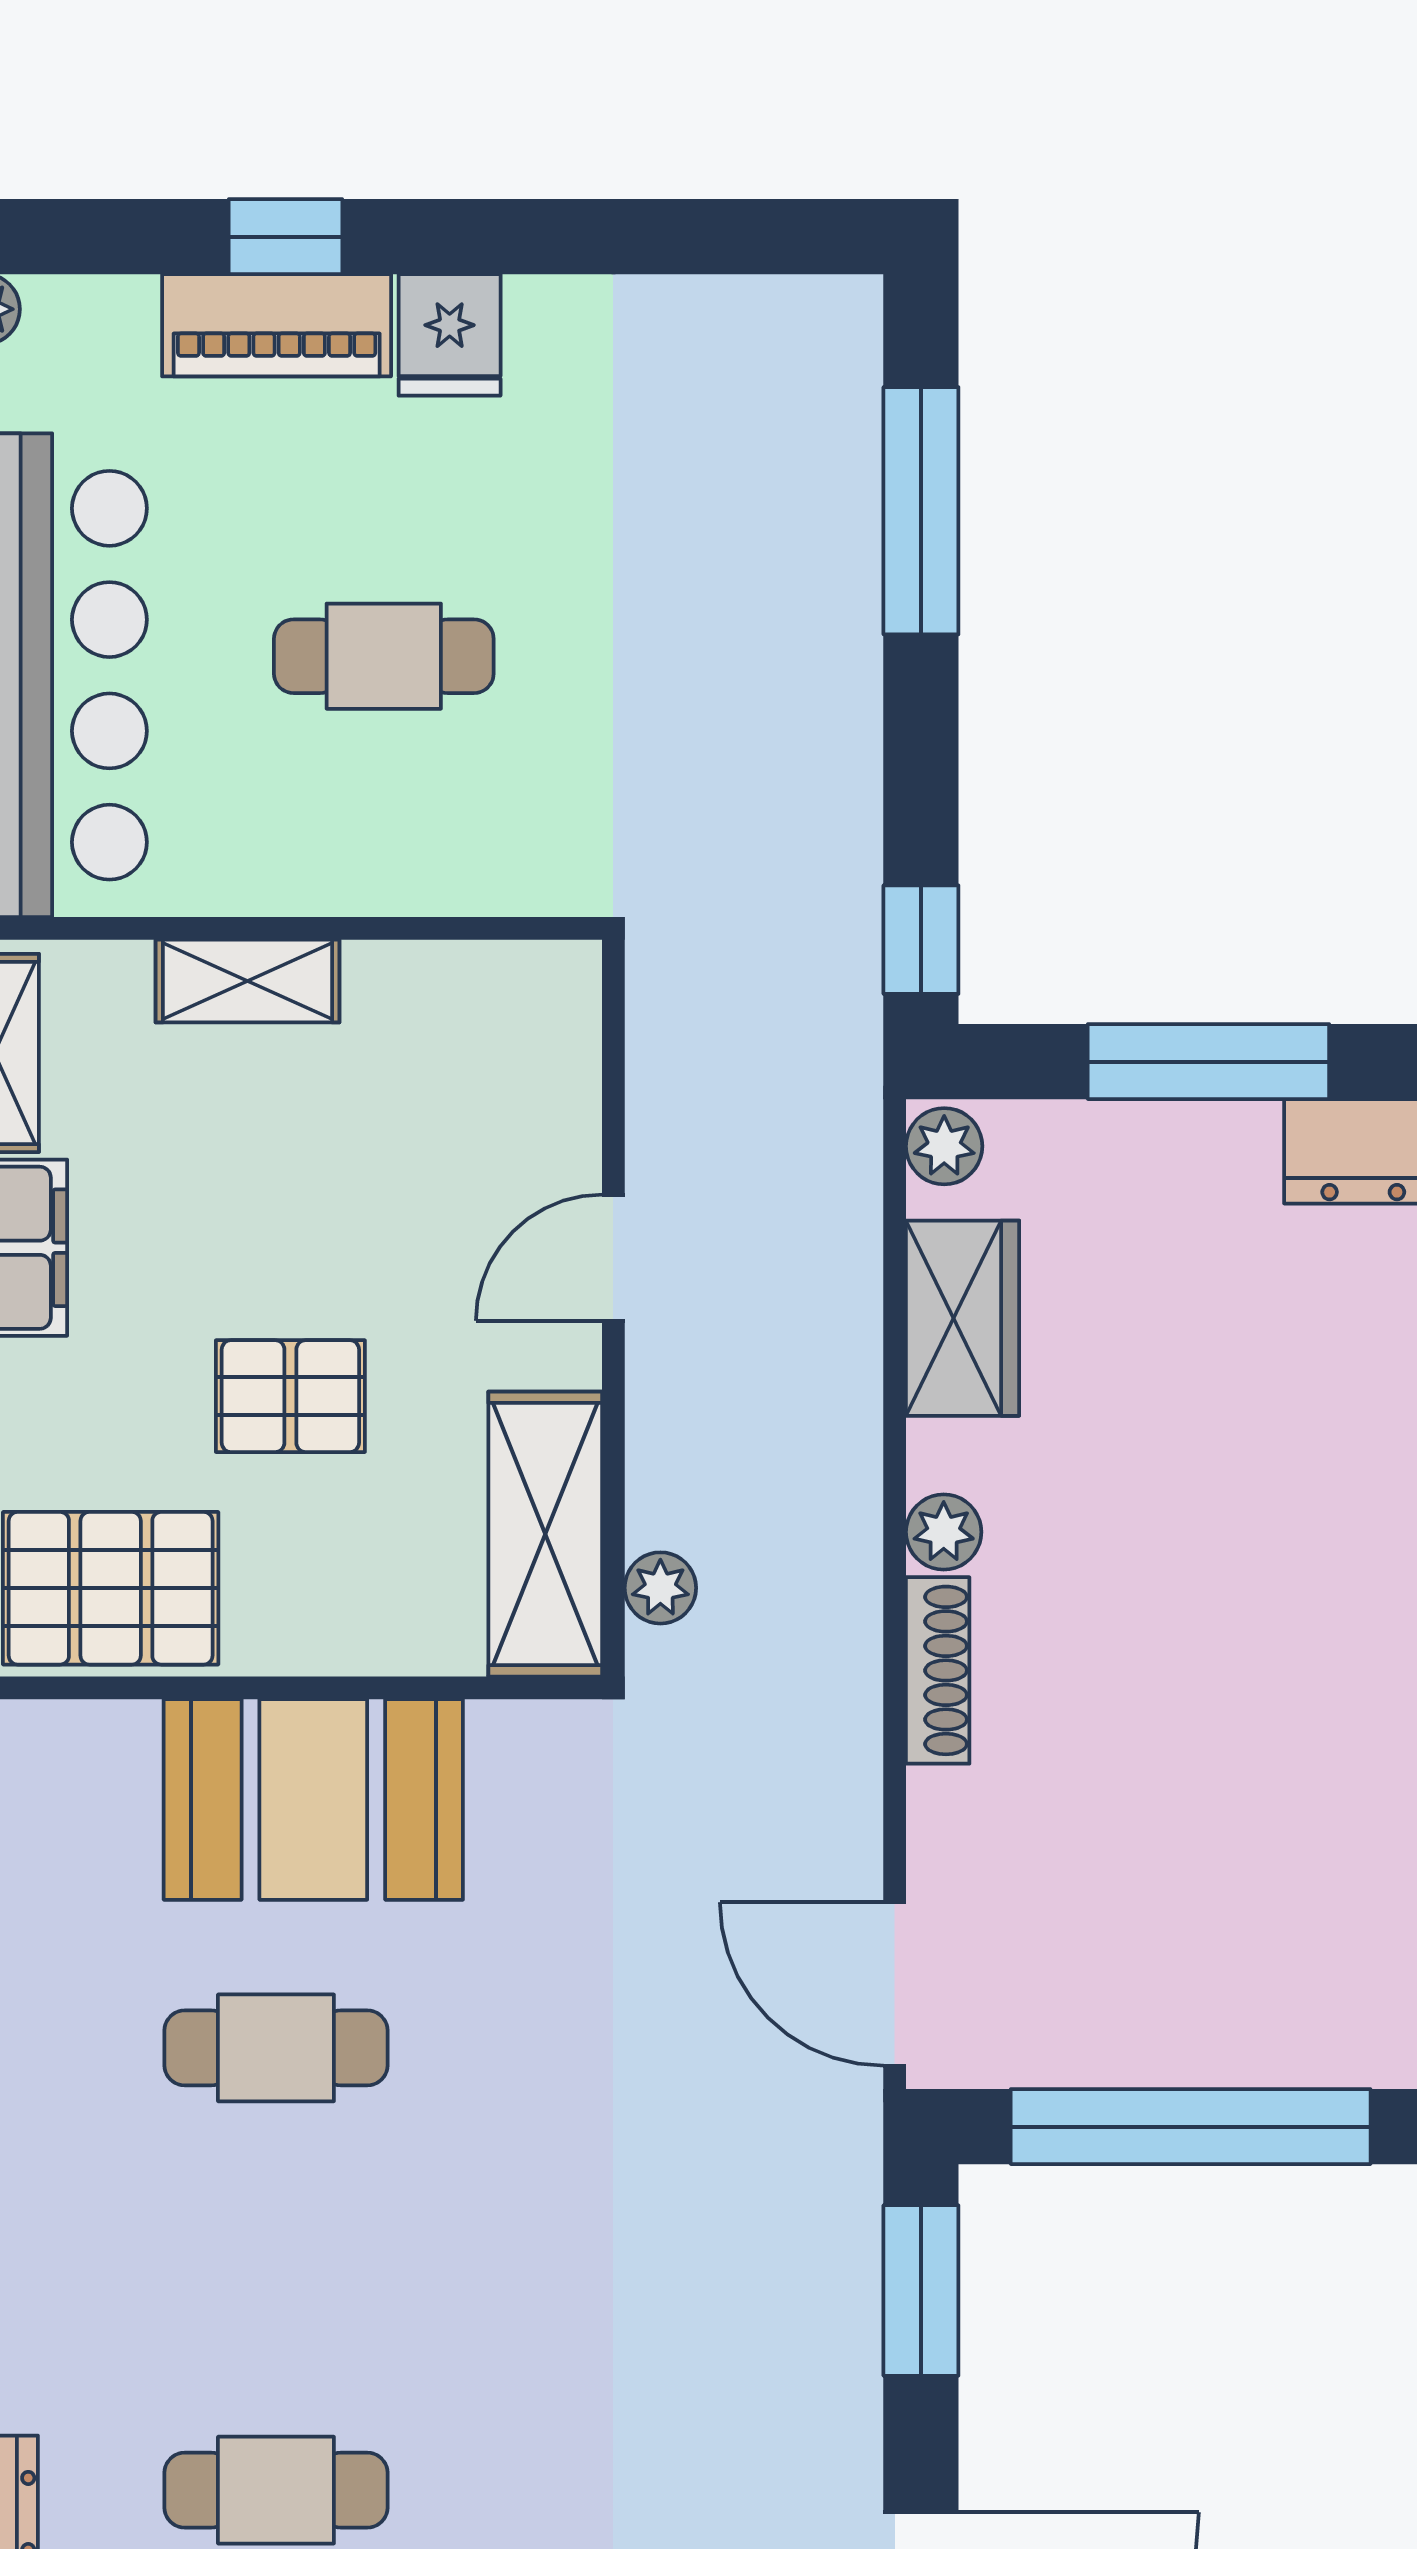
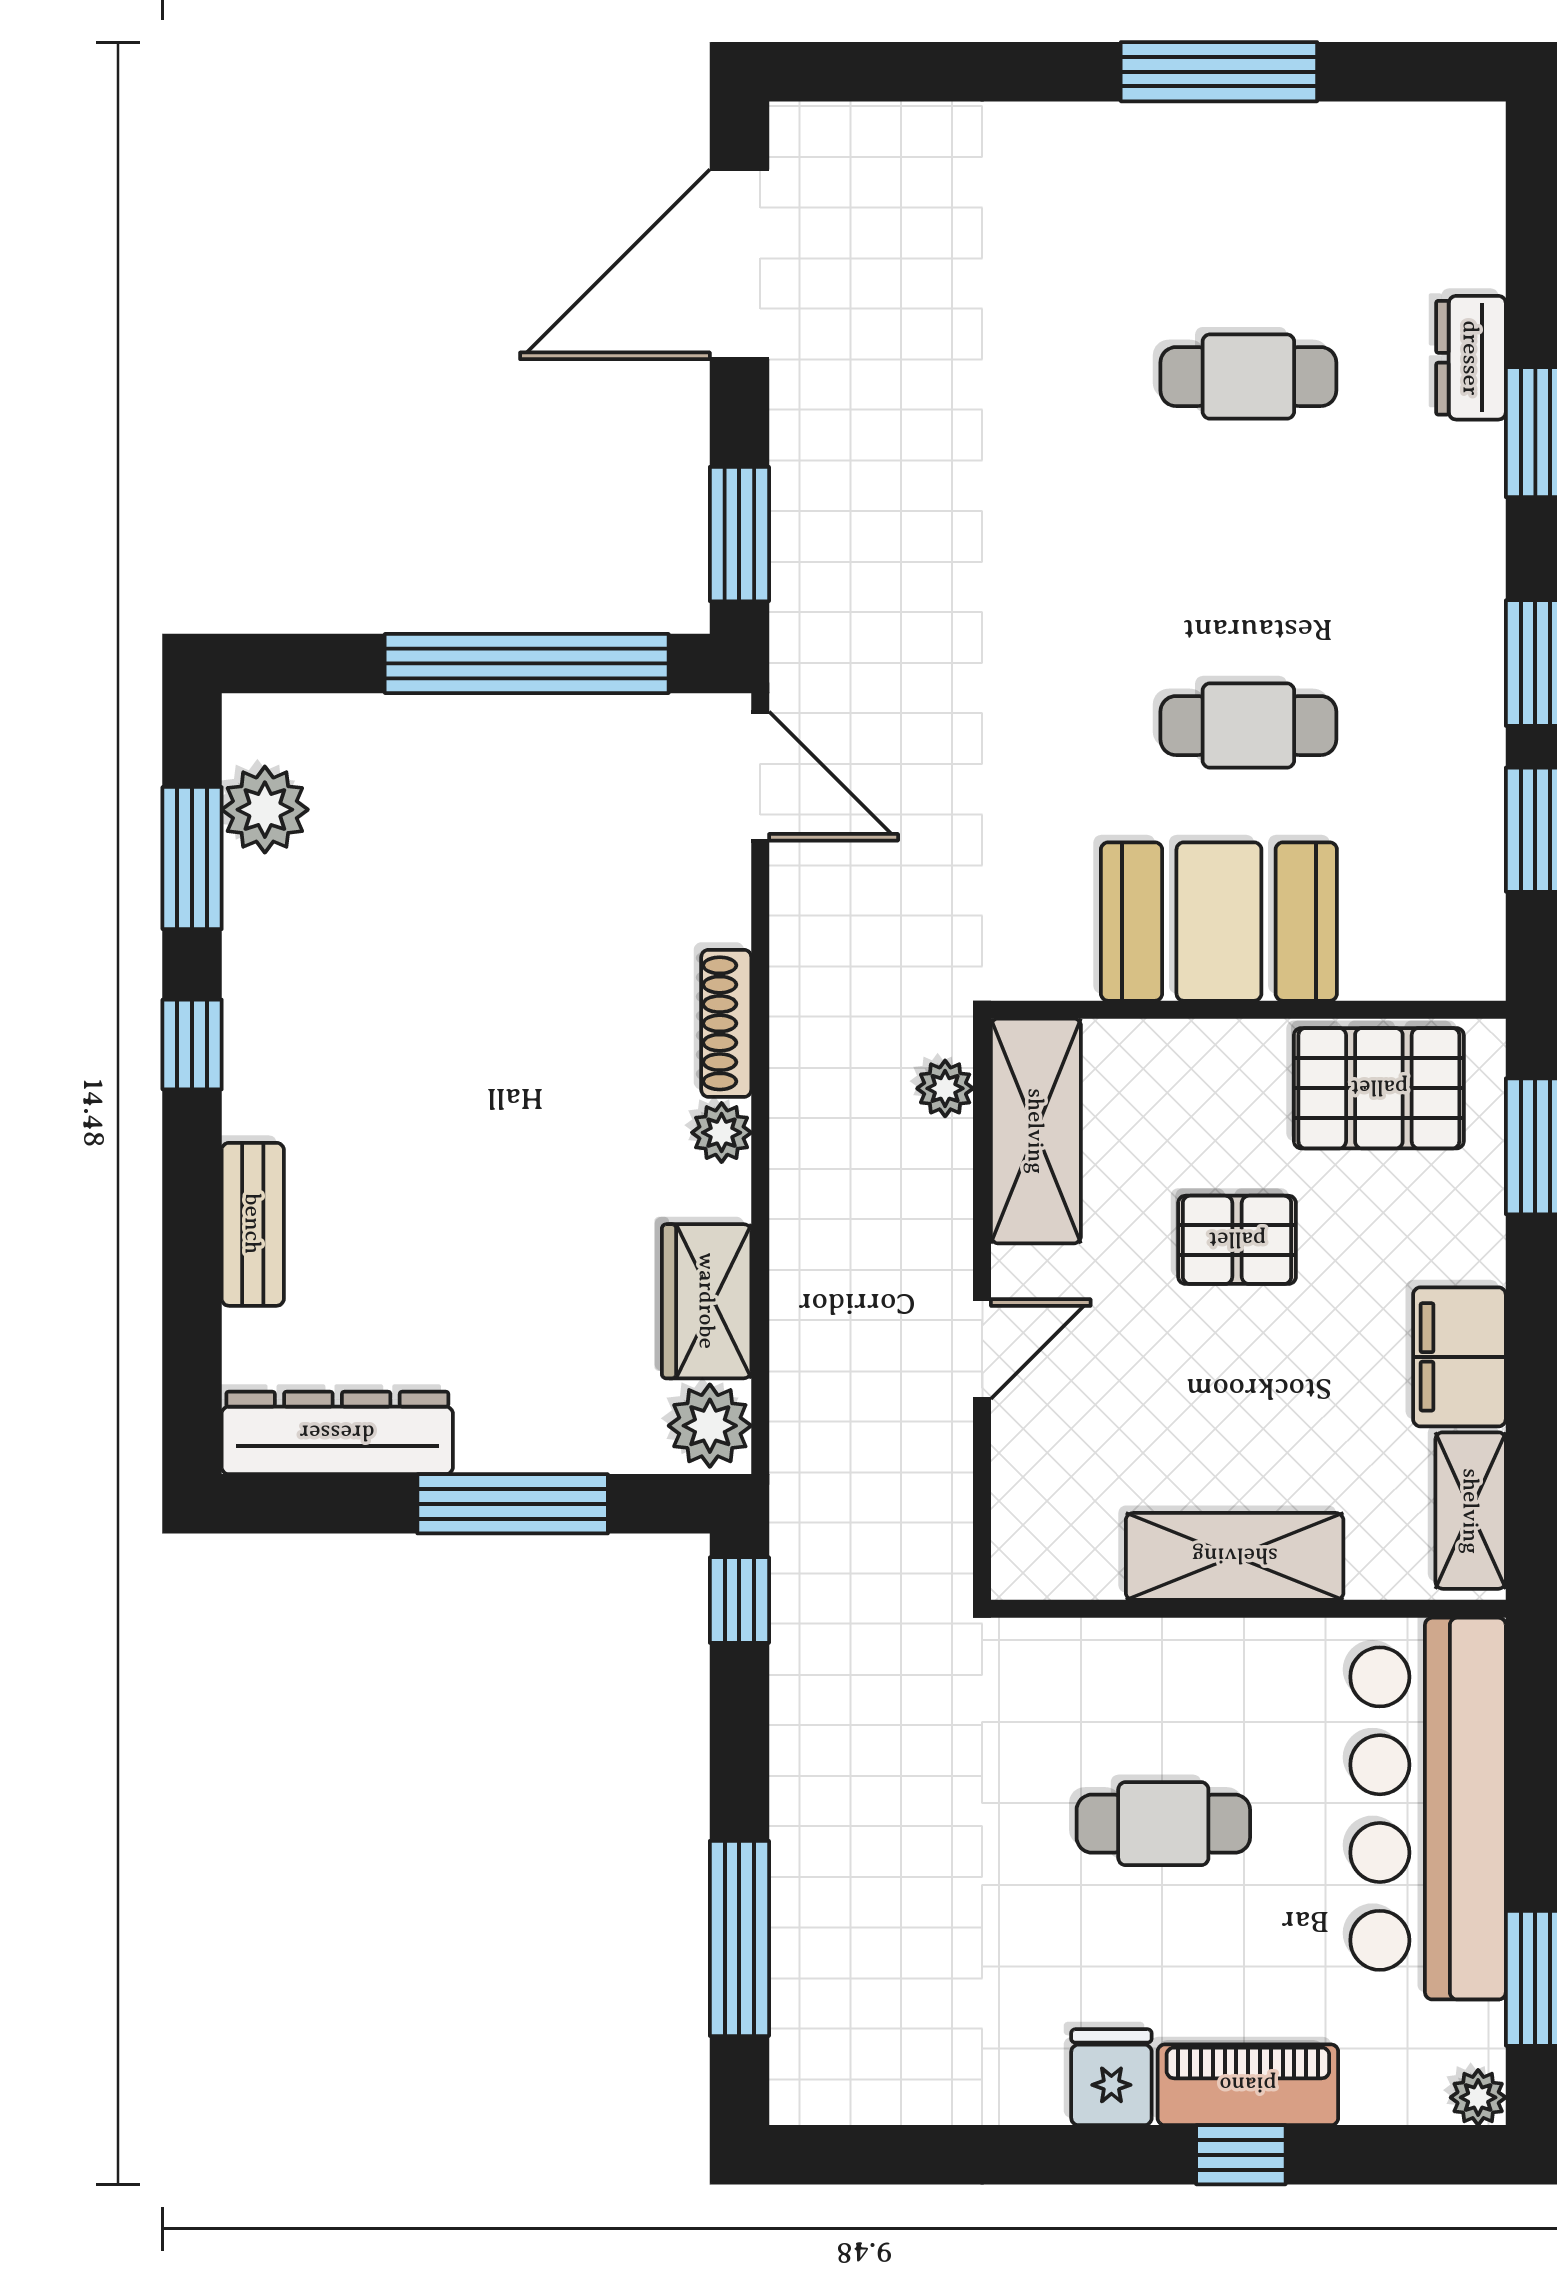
shelving: (247, 981) -> (1235, 1556), width x1.50, depth x1.33
plant: (944, 1146) -> (710, 1426), width x1.38, depth x1.38

